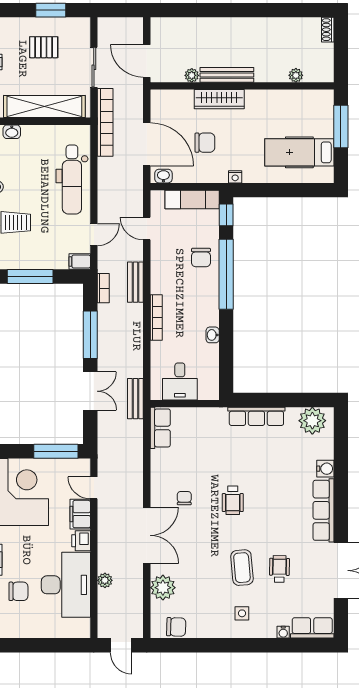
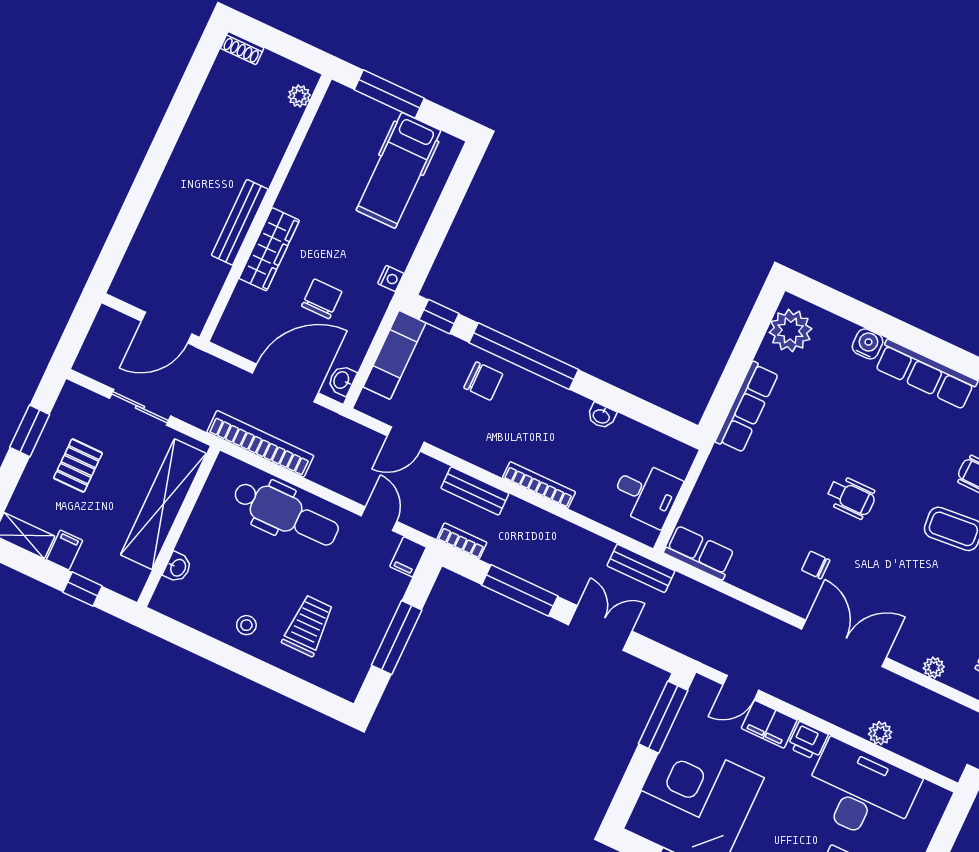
plant: (192, 75) -> (217, 273), removed
plant: (296, 75) -> (299, 96), moved
bookcase: (105, 122) -> (260, 444), moved
plant: (163, 588) -> (934, 667), width x0.53, depth x0.53

